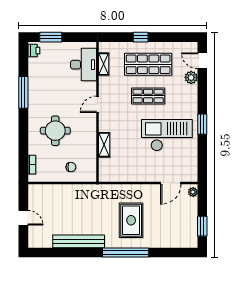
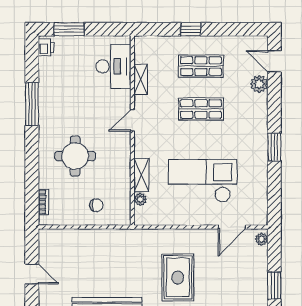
shelving: (104, 64) -> (141, 79), moved
shop shelf: (148, 64) -> (201, 66), width x0.70, depth x0.74
checkout: (167, 135) -> (203, 181), moved
plant: (103, 163) -> (140, 199), added

